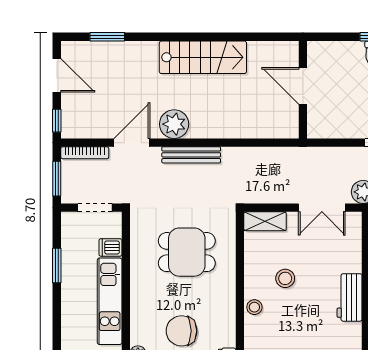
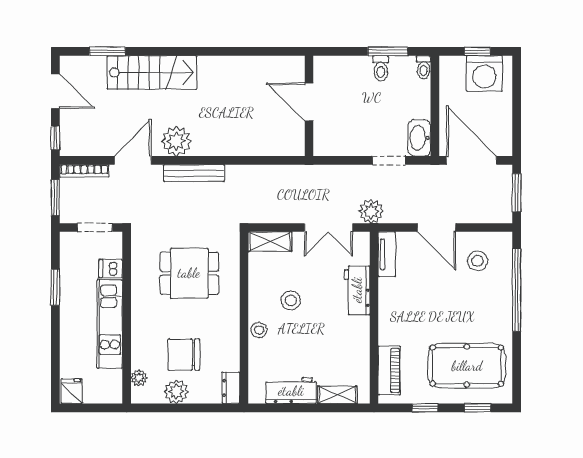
stairs: (203, 57) -> (152, 72), moved
workbench: (350, 297) -> (357, 290), moved

